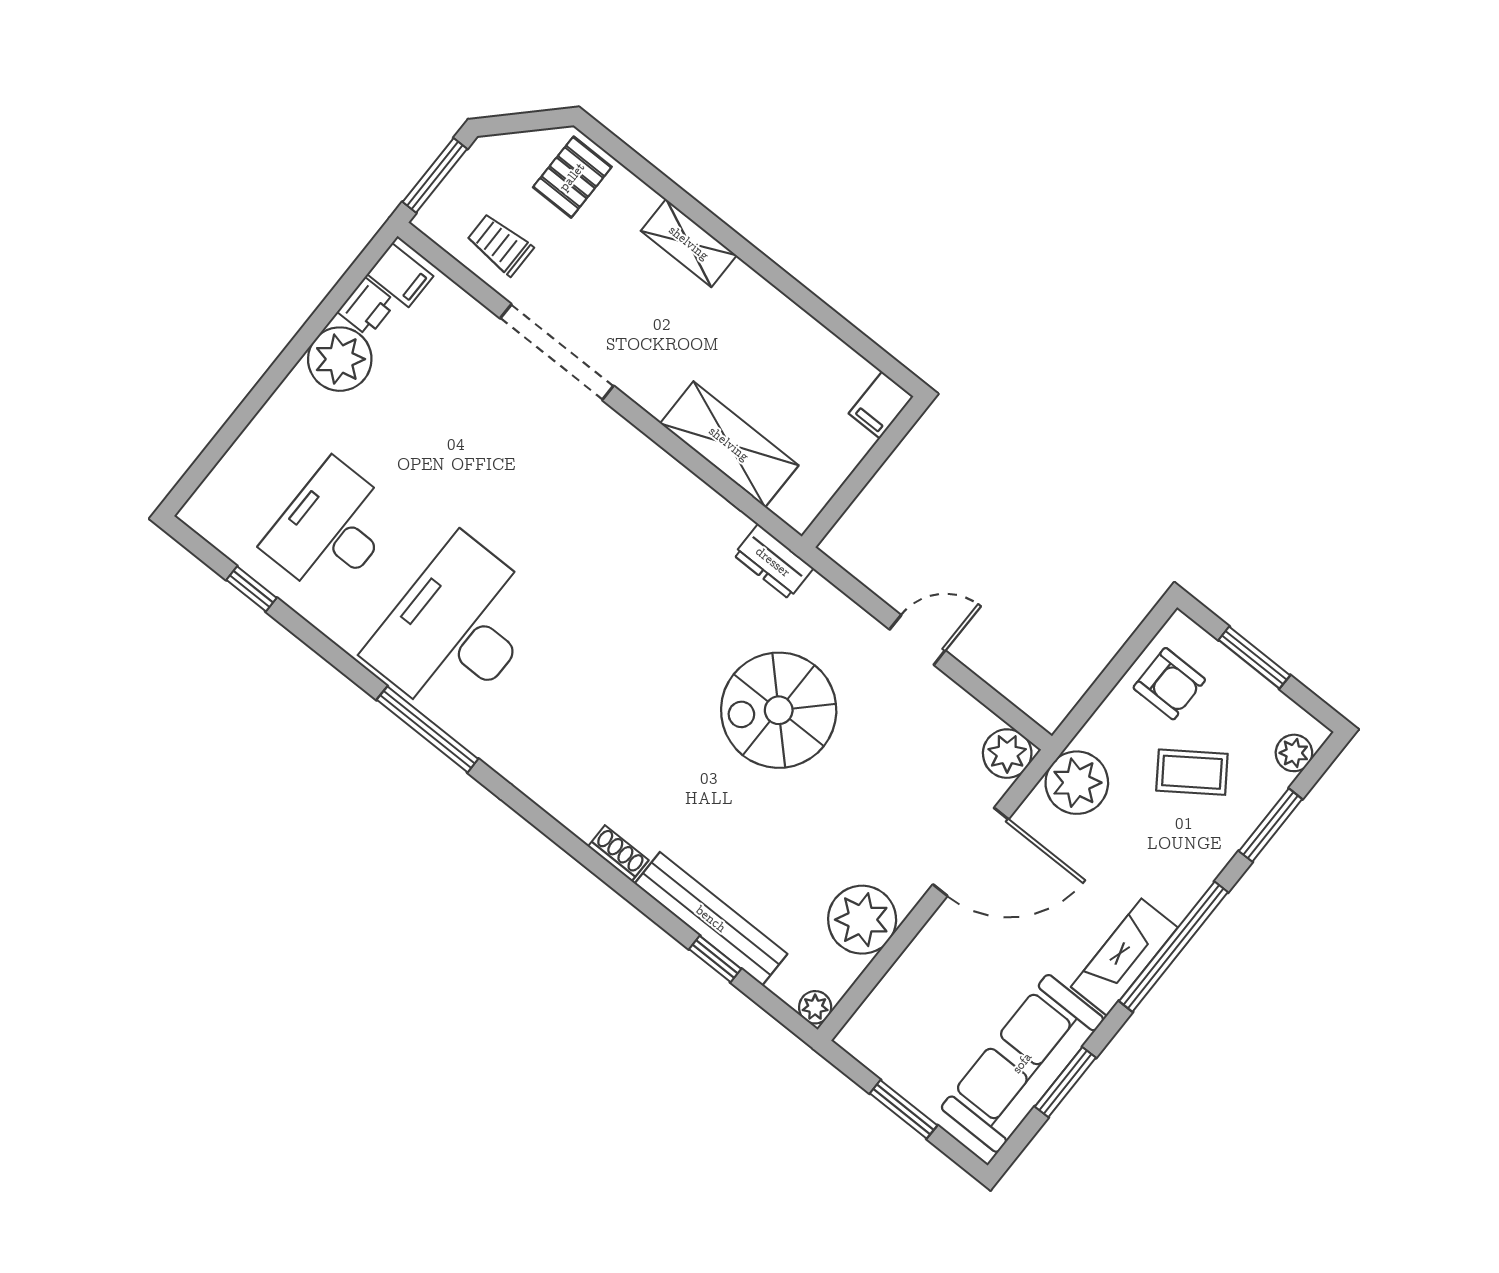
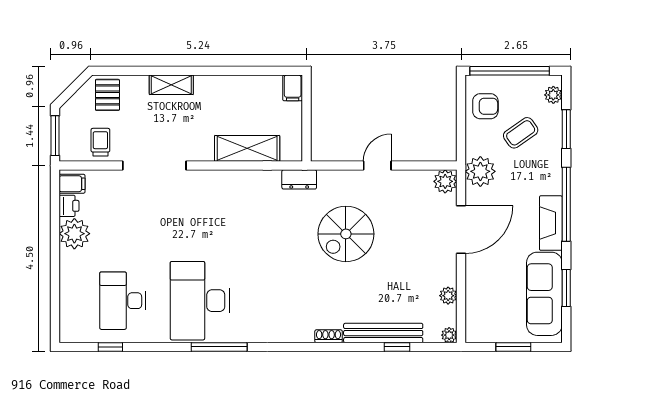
trolley: (500, 244) -> (100, 142), turned 90
window: (1254, 658) -> (510, 71), width x2.11
plant: (862, 920) -> (448, 296), width x0.53, depth x0.53

